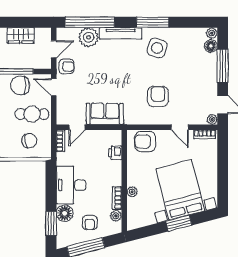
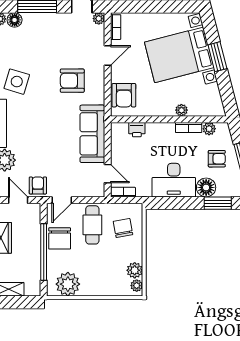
sofa: (105, 114) -> (92, 134), width x1.36

